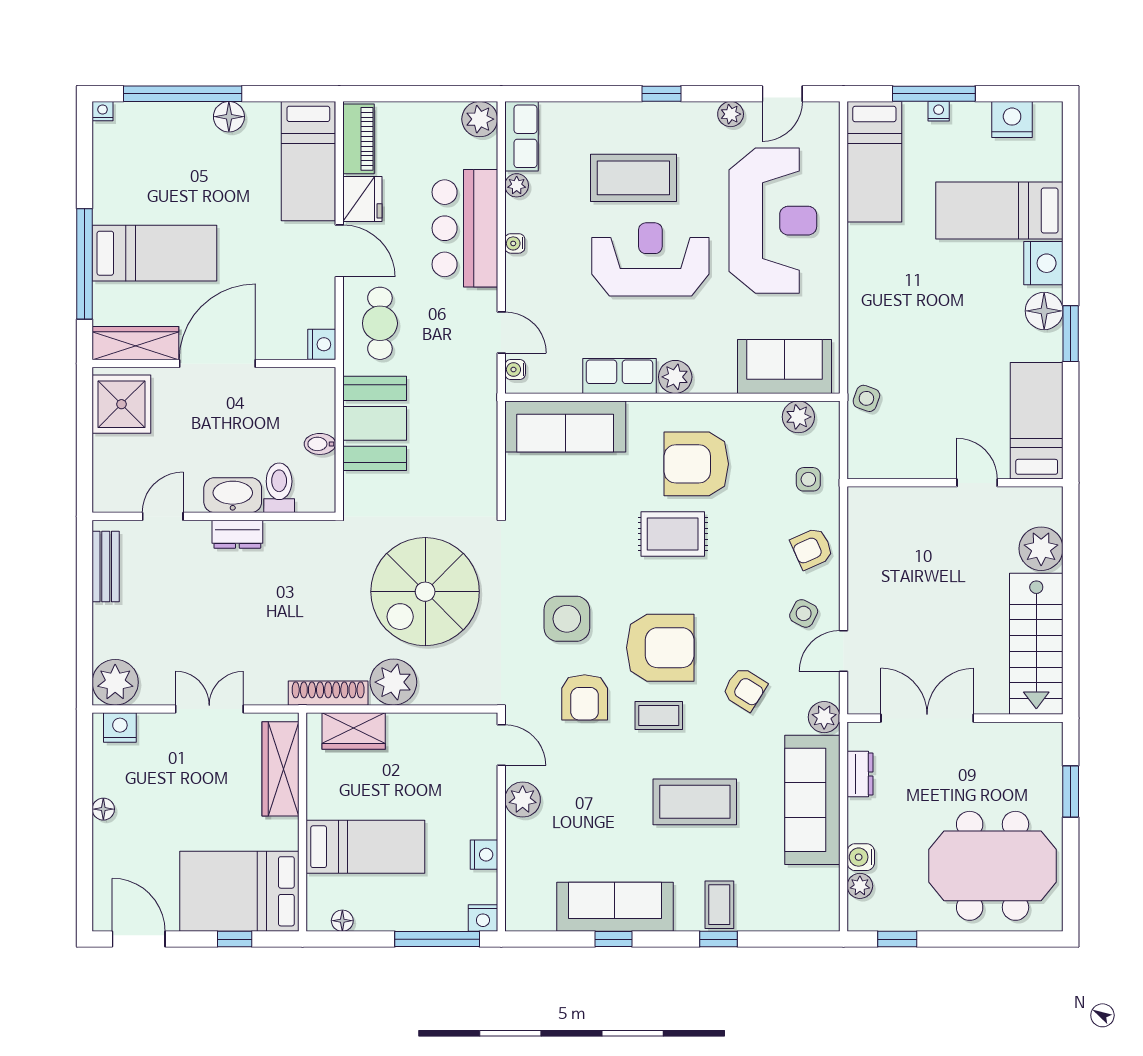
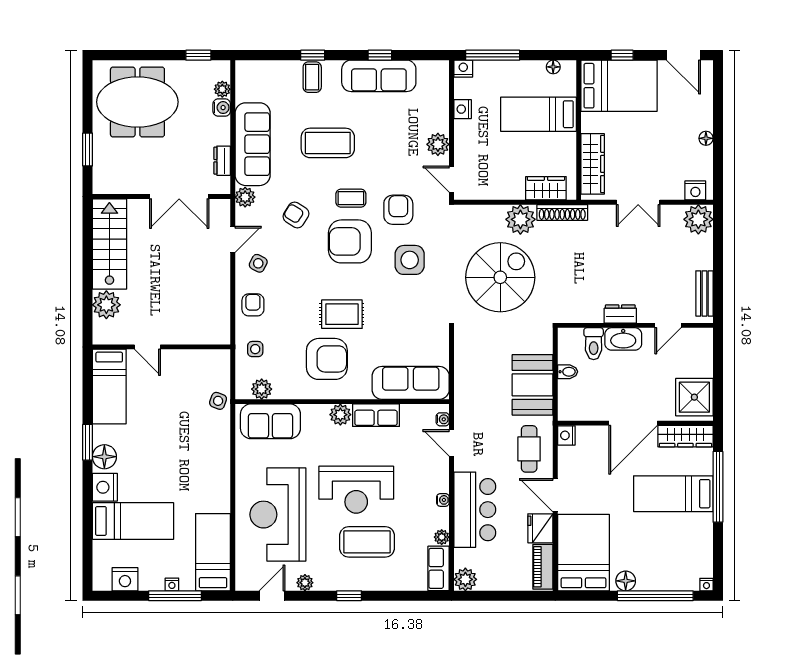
bed: (308, 161) -> (584, 553), width x1.50
armchair: (812, 549) -> (253, 305), turned -66

